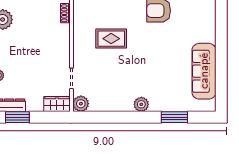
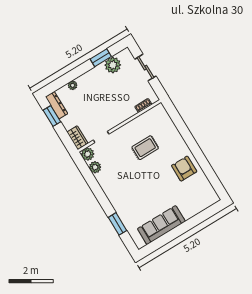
rug: (111, 39) -> (145, 148), turned 90
plant: (141, 104) -> (95, 167), moved

